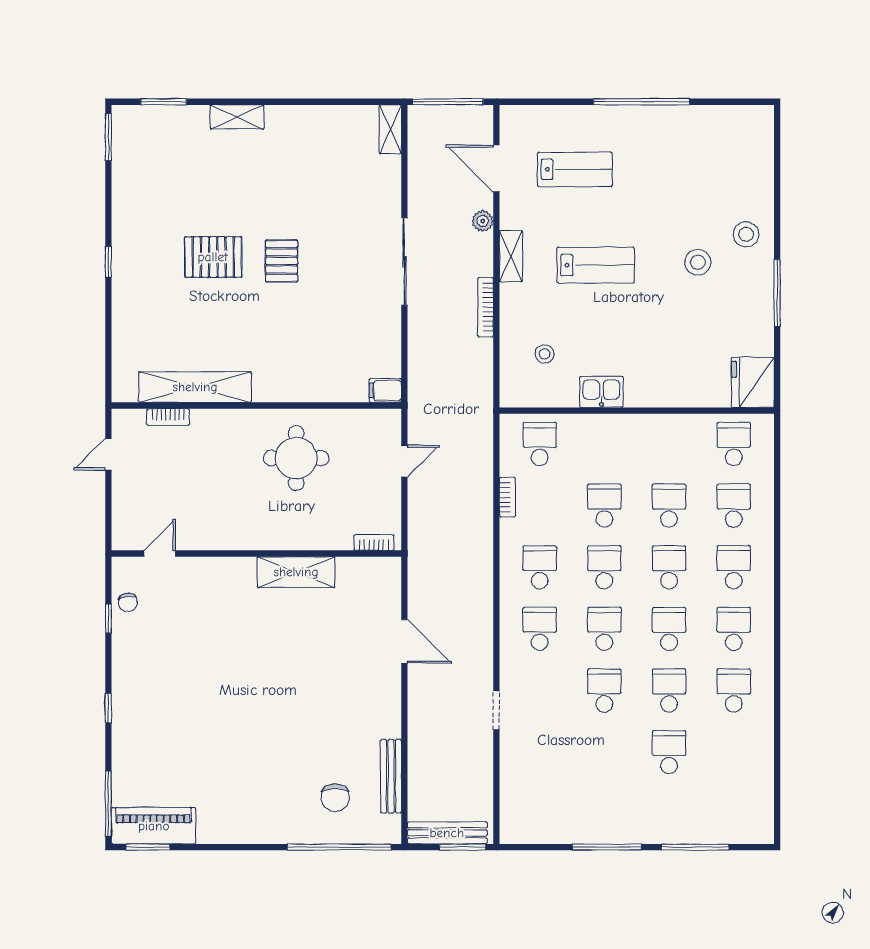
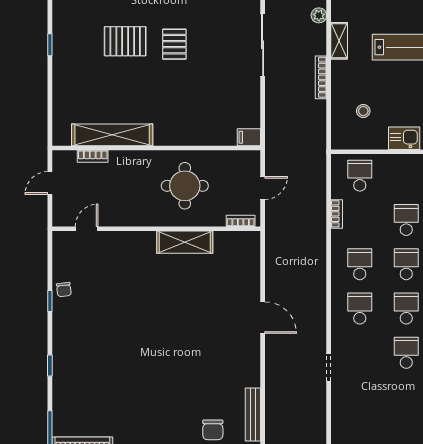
bookcase: (374, 543) -> (241, 221), moved
door: (160, 554) -> (87, 229), moved
wall: (256, 554) -> (156, 229), moved
shelving: (296, 572) -> (185, 242), moved

